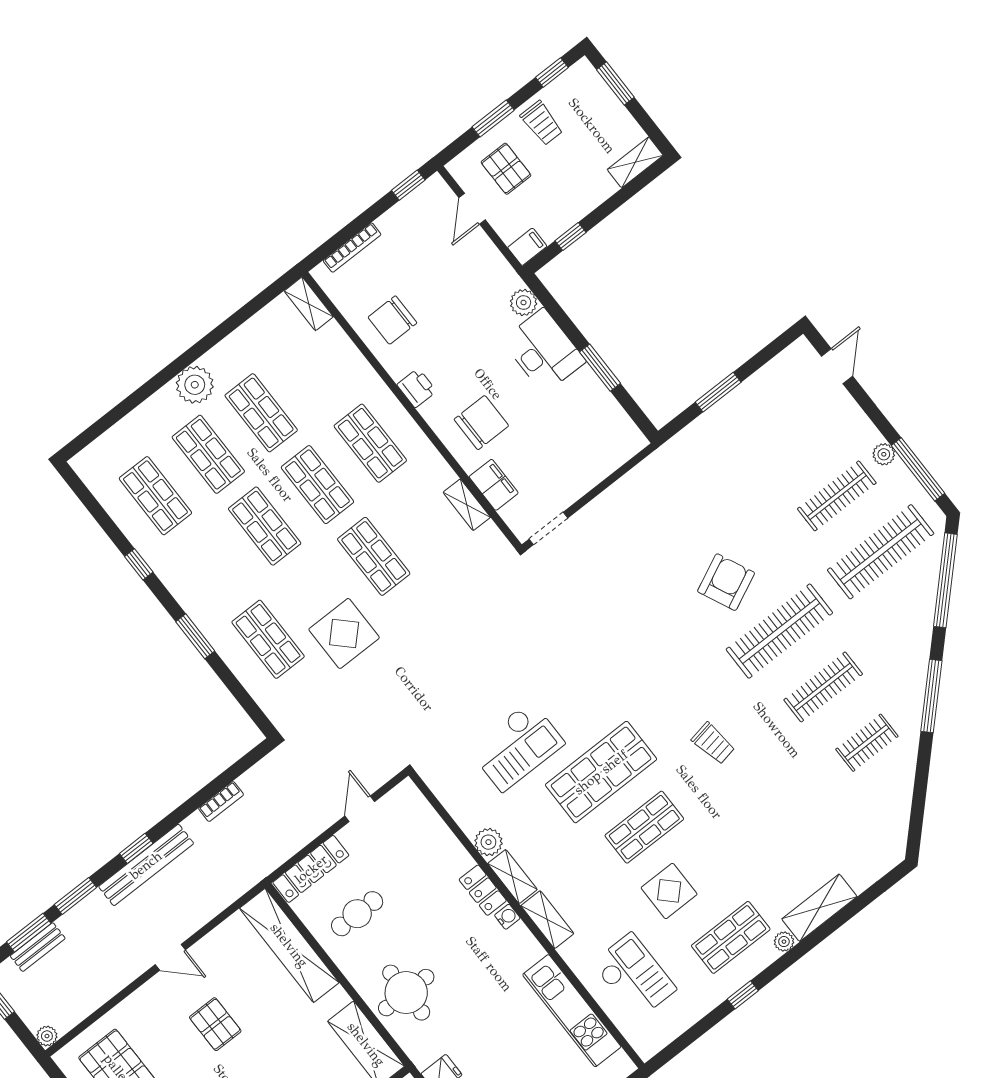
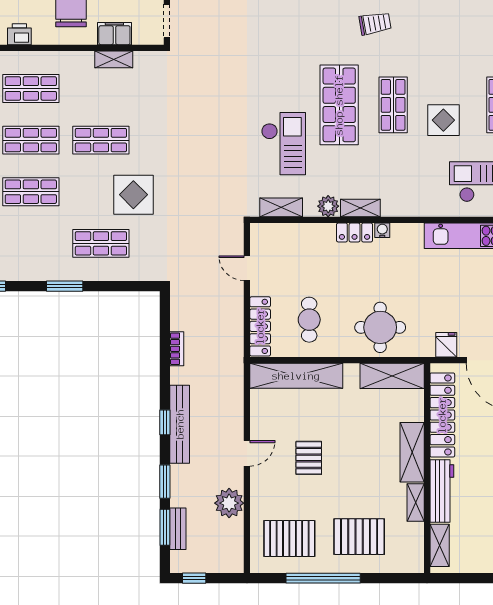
shelving: (547, 920) -> (281, 207), moved
pallet: (215, 1024) -> (309, 458), turned 90
plant: (47, 1036) -> (229, 503), moved, width x1.88, depth x1.88

